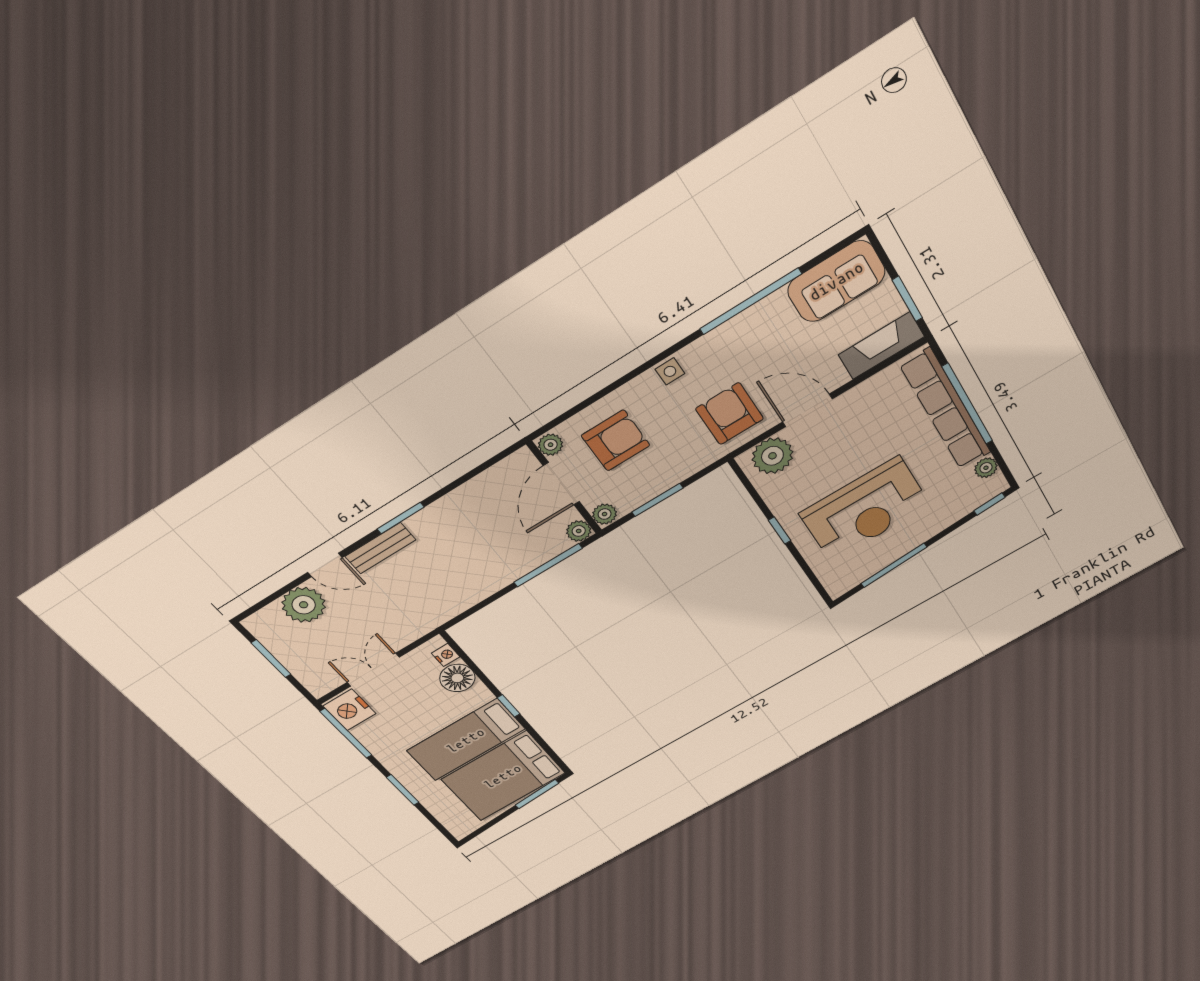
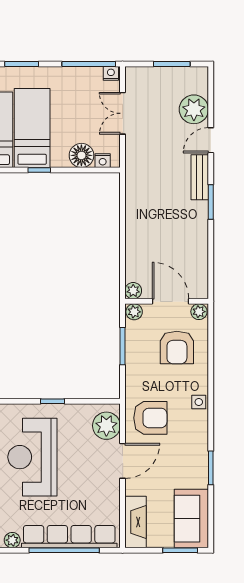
window: (907, 299) -> (180, 550), moved
window: (751, 301) -> (211, 468), width x0.47
window: (548, 565) -> (123, 259), removed
double door: (373, 670) -> (123, 113), swing flipped
nightstand: (349, 710) -> (111, 73), width x0.53, depth x0.56

